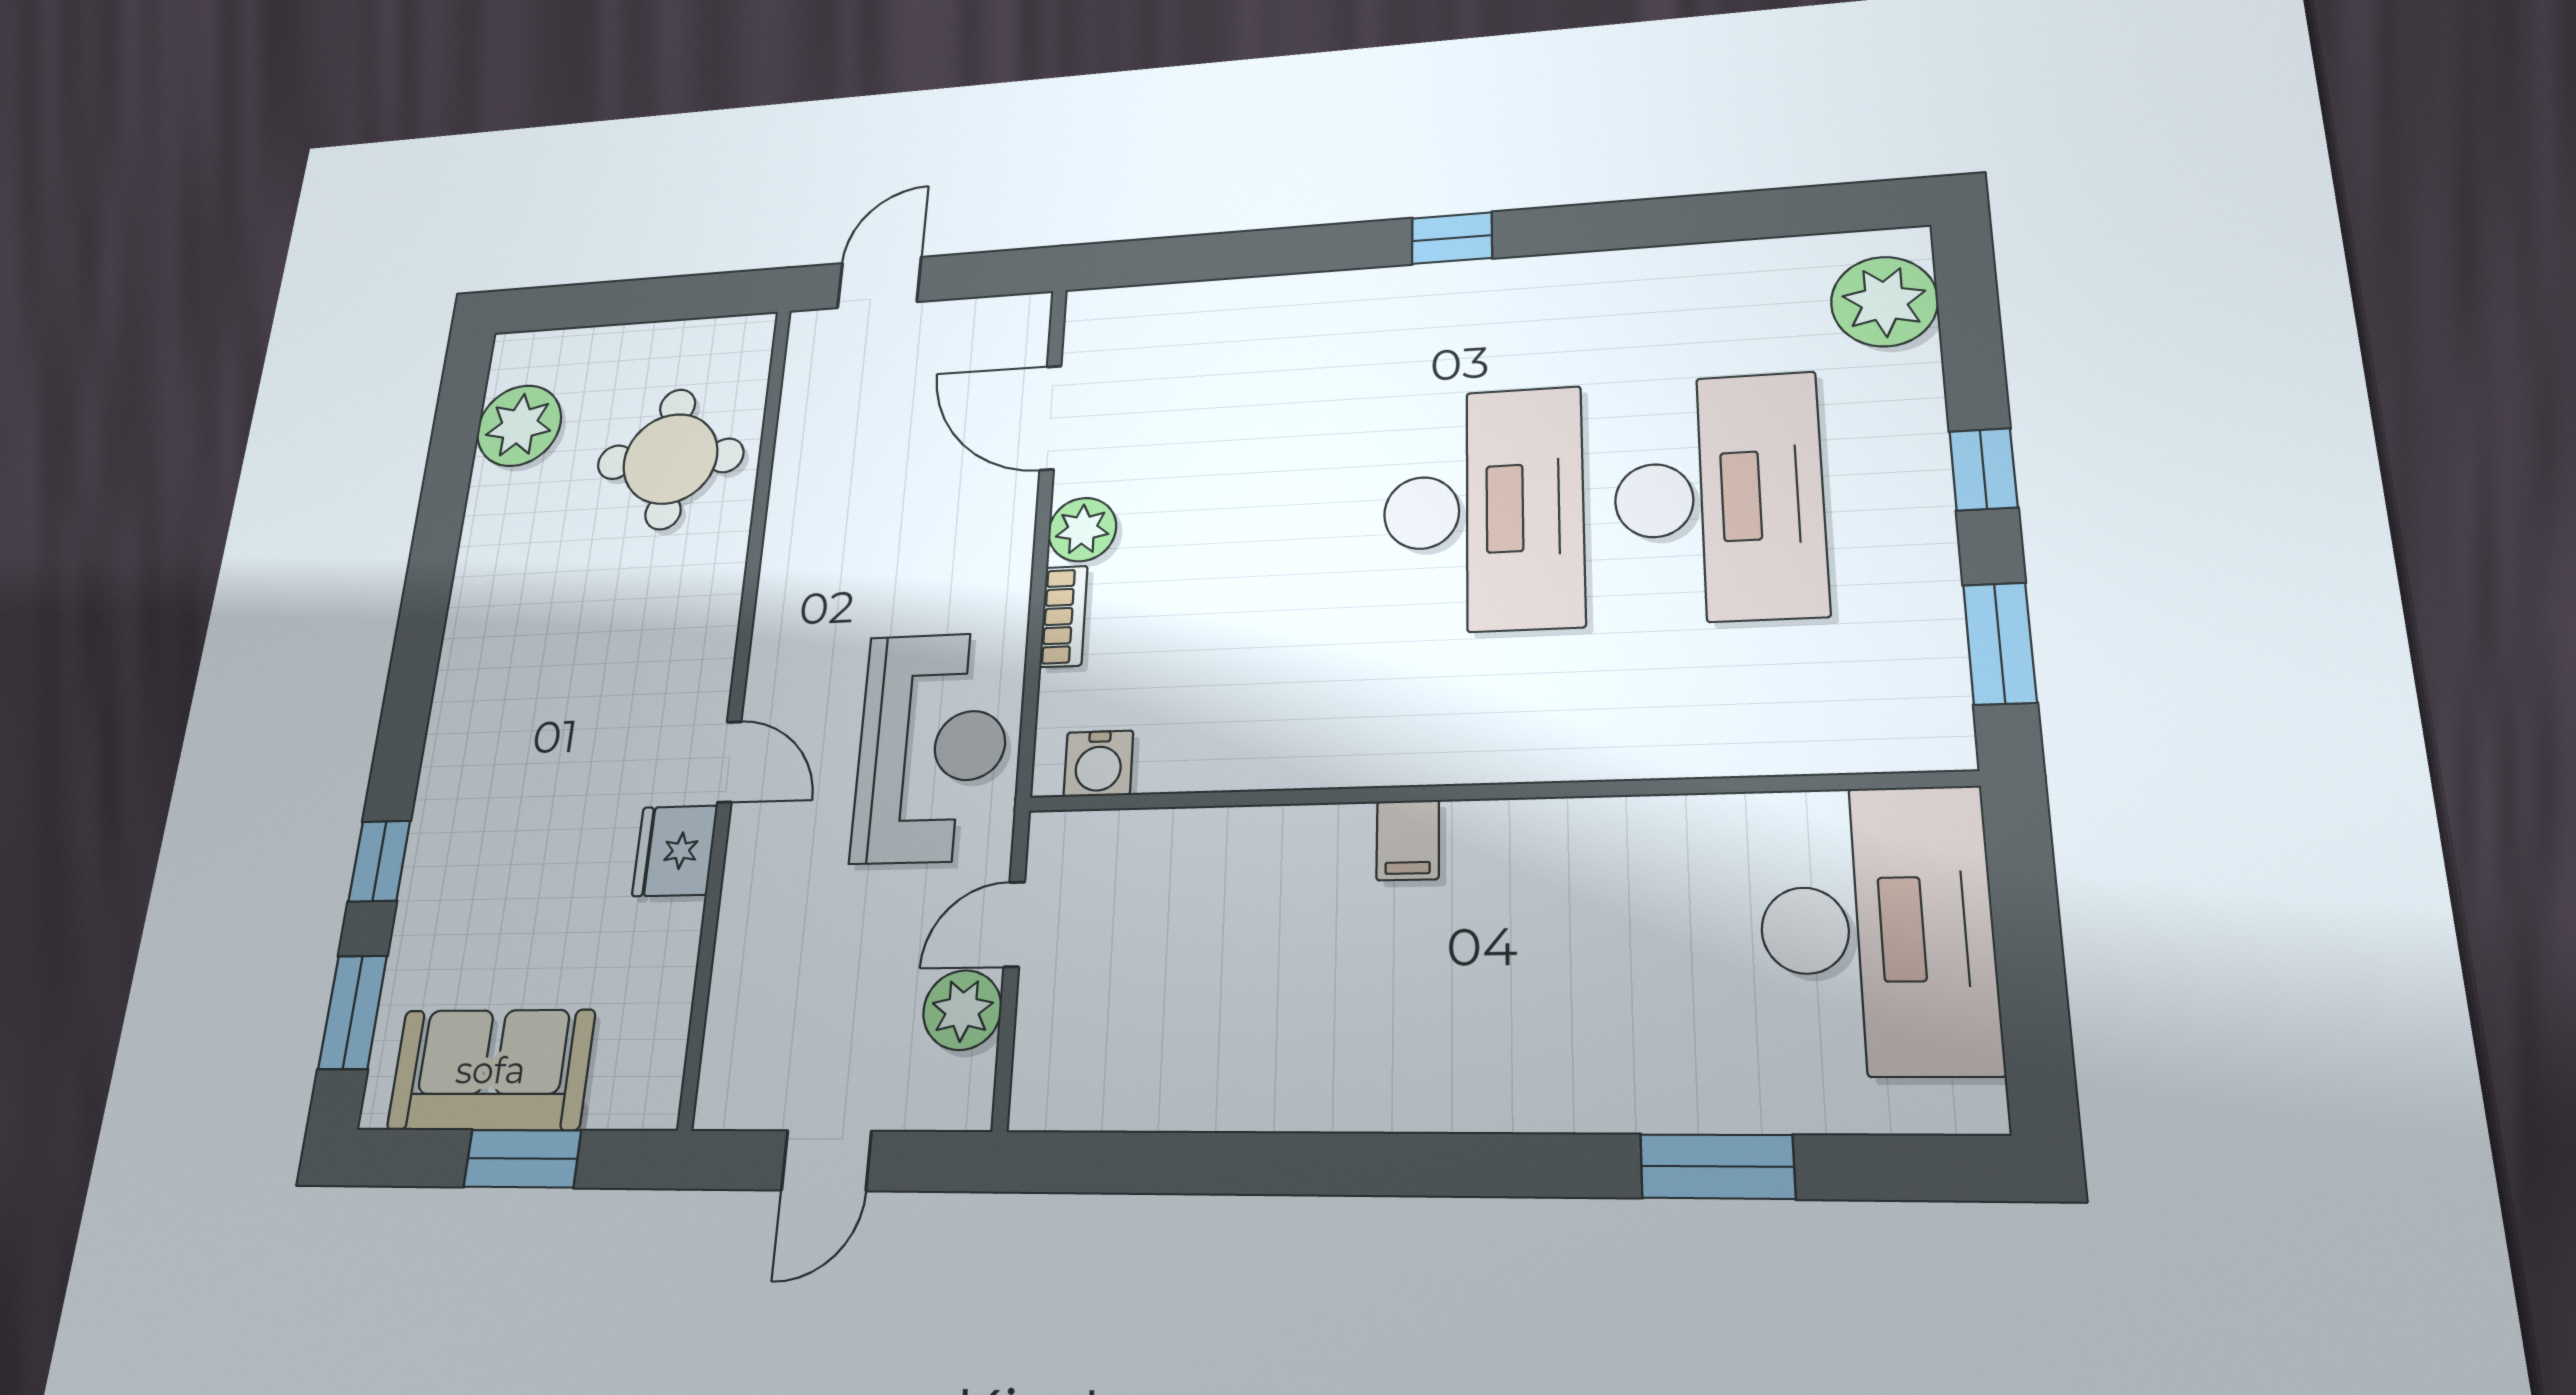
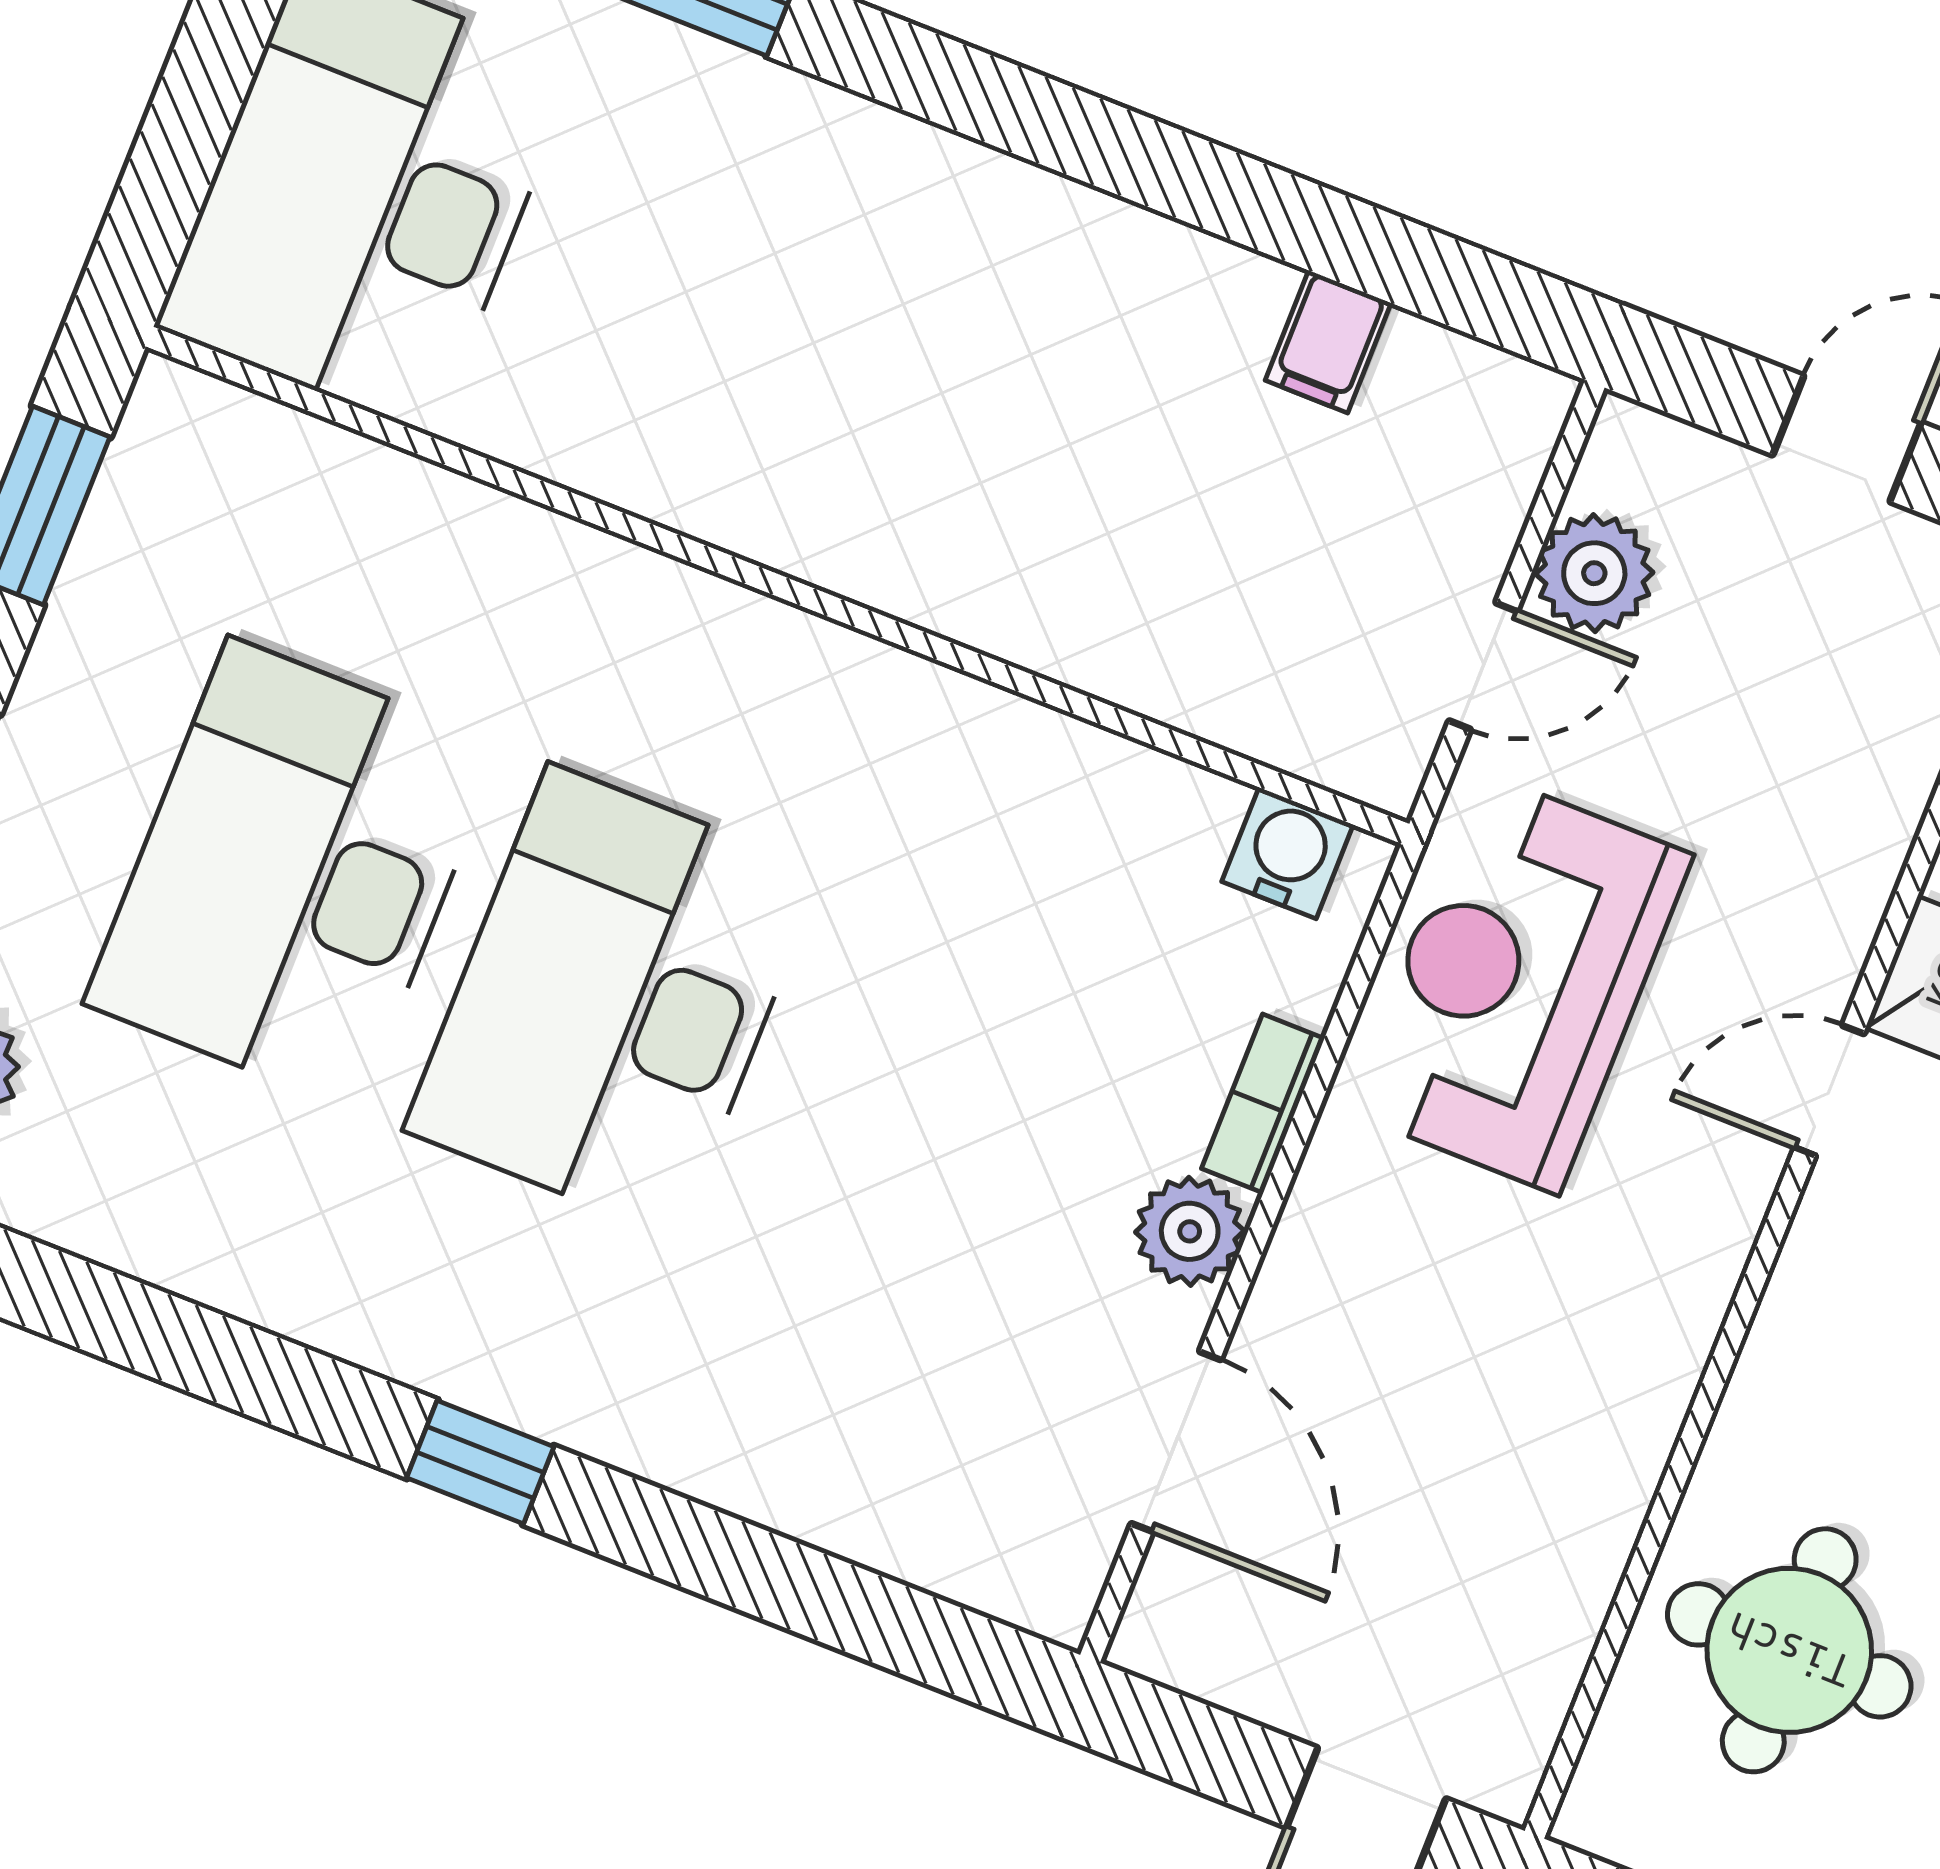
door: (729, 762) -> (1829, 1090), hinge flipped
filing cabinet: (1408, 840) -> (1328, 342), moved, turned 180

